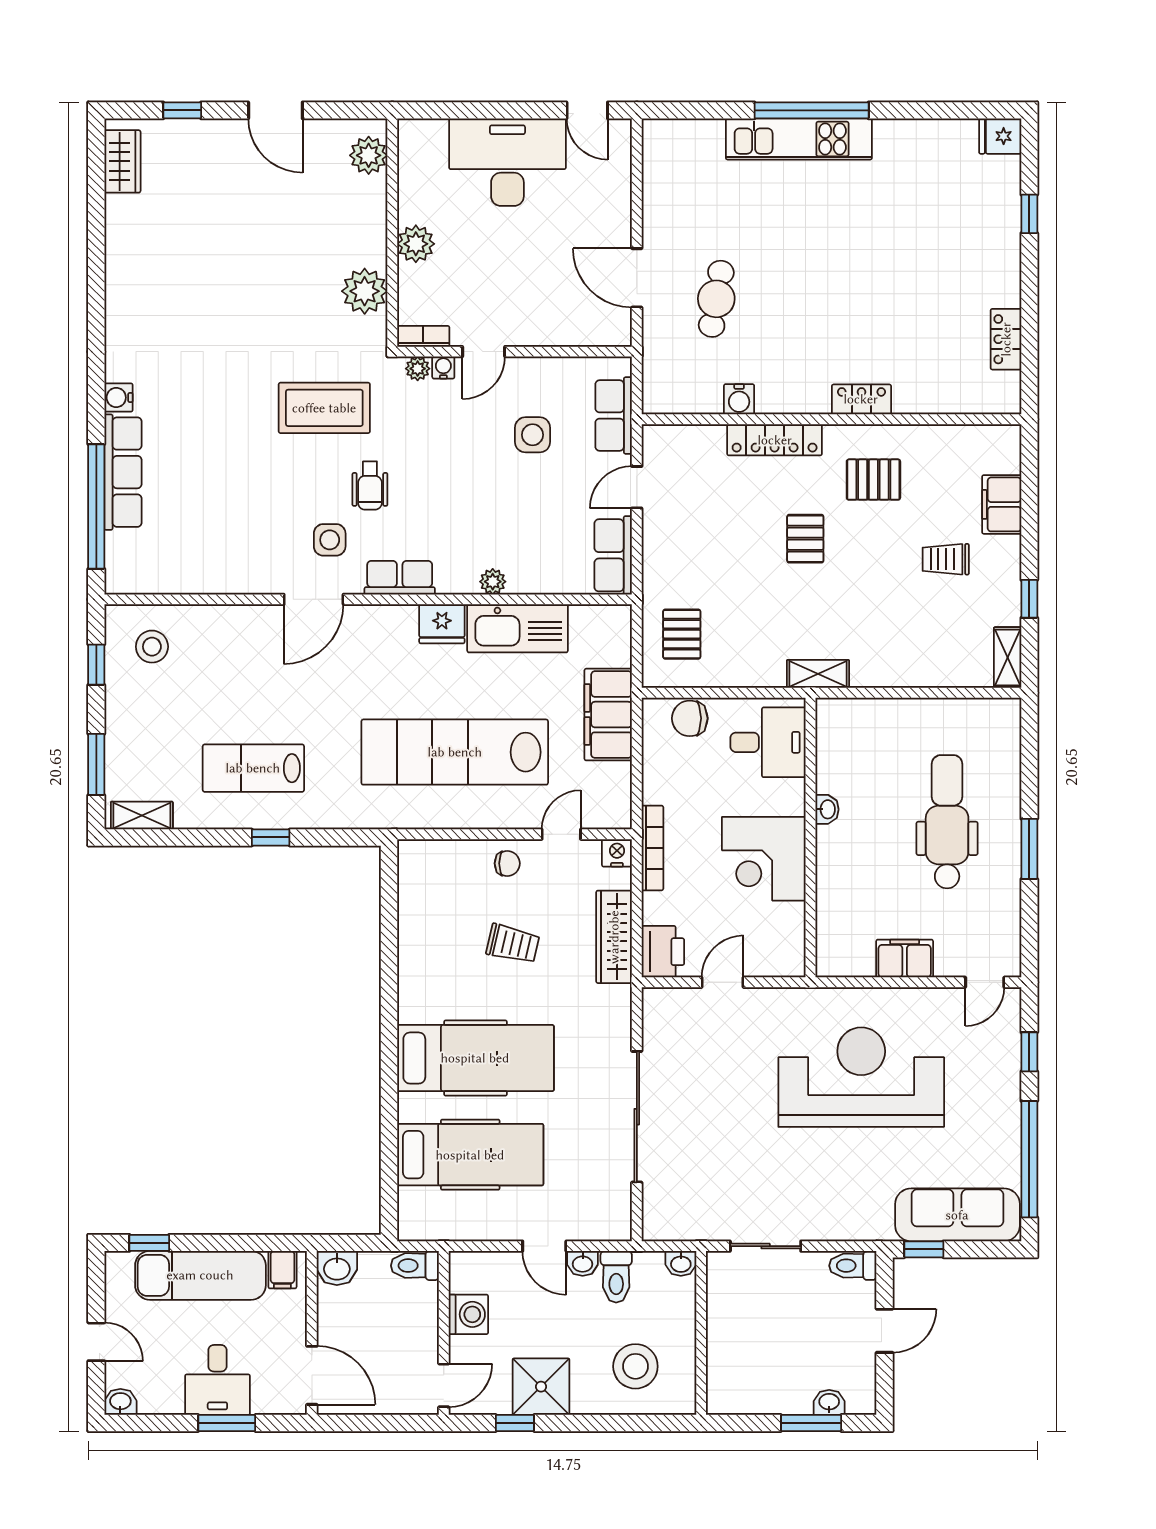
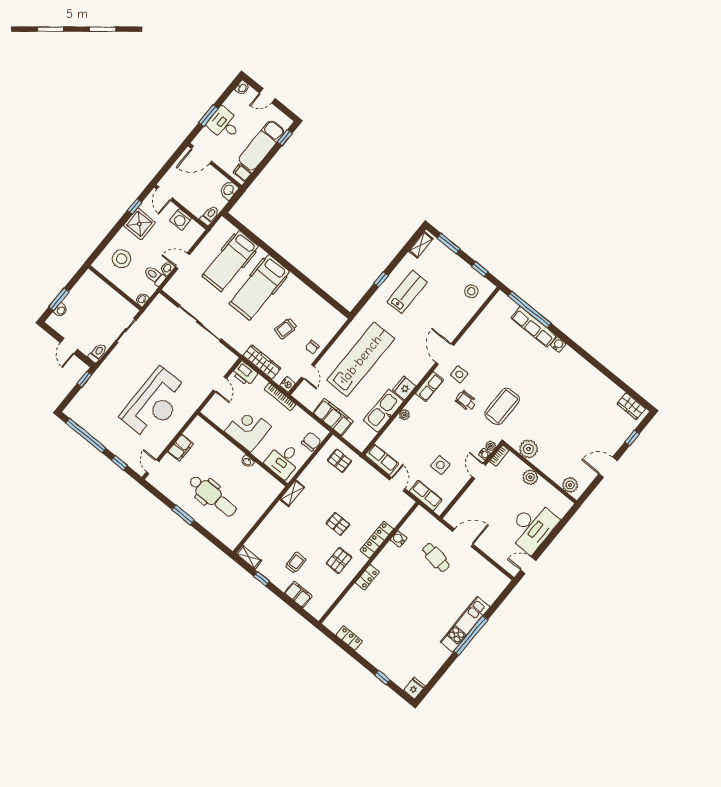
sofa: (957, 1215) -> (87, 399), removed

